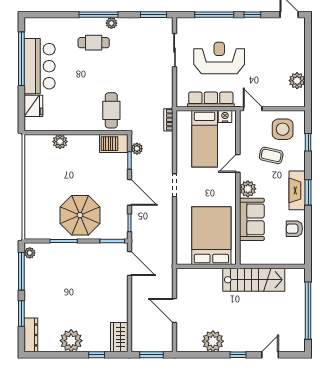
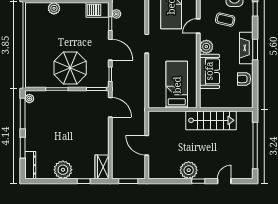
bed: (211, 236) -> (177, 85), width x0.67
plant: (213, 341) -> (189, 170), moved

